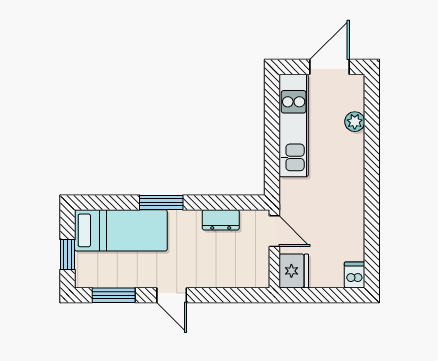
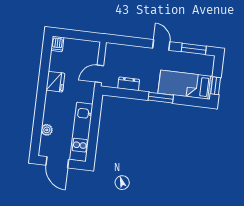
door: (330, 67) -> (57, 162), hinge flipped
door: (274, 231) -> (99, 74), hinge flipped
window: (67, 255) -> (216, 86), moved
fridge: (294, 271) -> (55, 82), moved, turned 180

